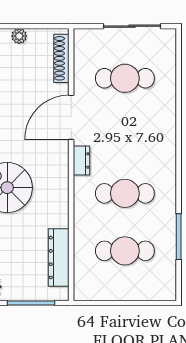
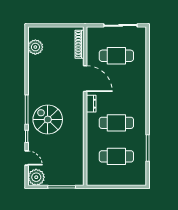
plant: (19, 36) -> (55, 31), removed
door: (71, 117) -> (85, 79), swing flipped
dresser: (59, 258) -> (78, 160), removed

